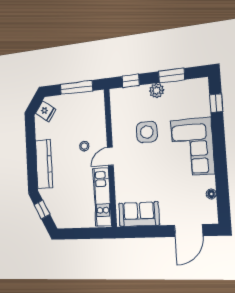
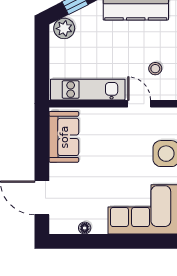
plant: (60, 217) -> (64, 28), added

